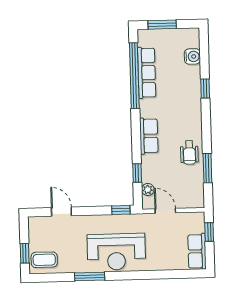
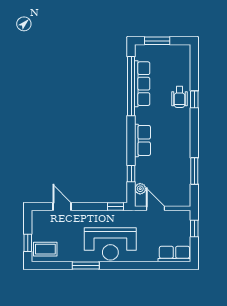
water cooler: (192, 56) -> (184, 70), removed
wheelchair: (189, 153) -> (179, 97), moved
row of seats: (197, 251) -> (174, 254), moved, turned 90

